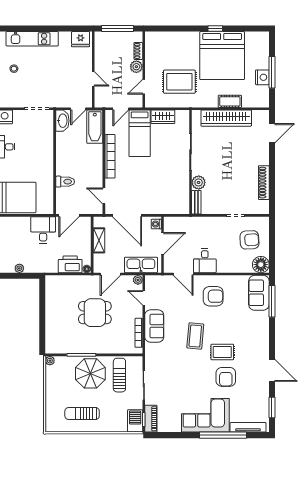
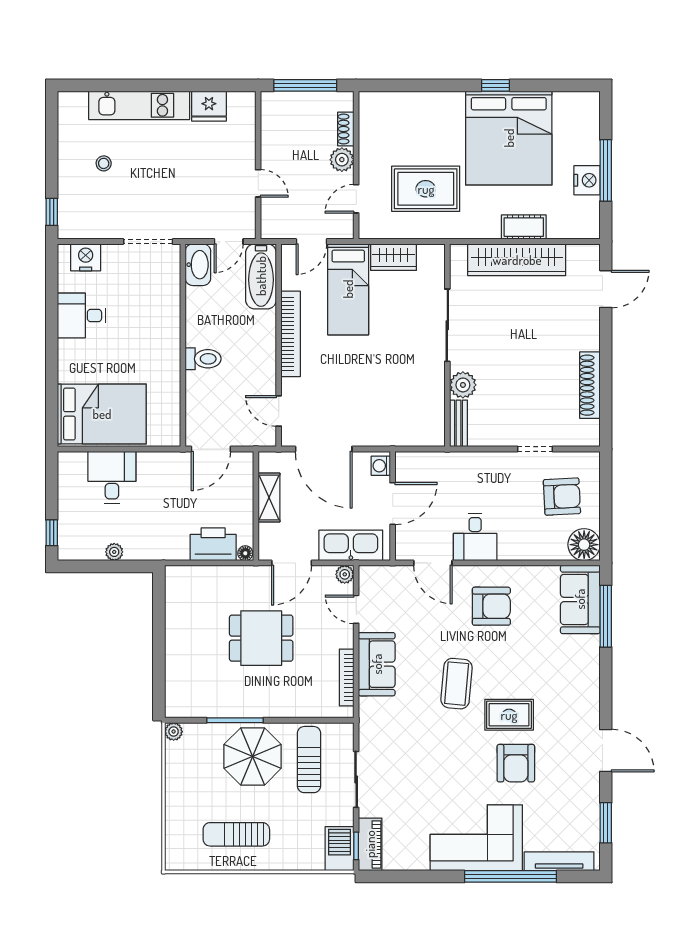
fridge: (81, 39) -> (209, 106), moved
toilet: (65, 182) -> (203, 359), moved
desk: (43, 230) -> (112, 477), moved

